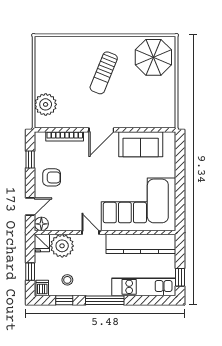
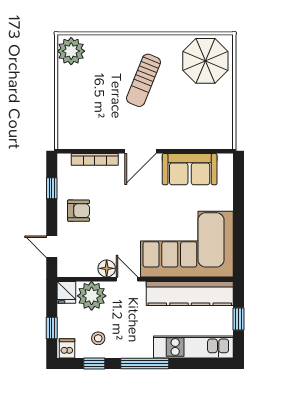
plant: (46, 104) -> (71, 51), moved
door: (30, 206) -> (52, 247), swing flipped
floor lamp: (41, 224) -> (107, 268), moved
window: (180, 277) -> (239, 319), moved

